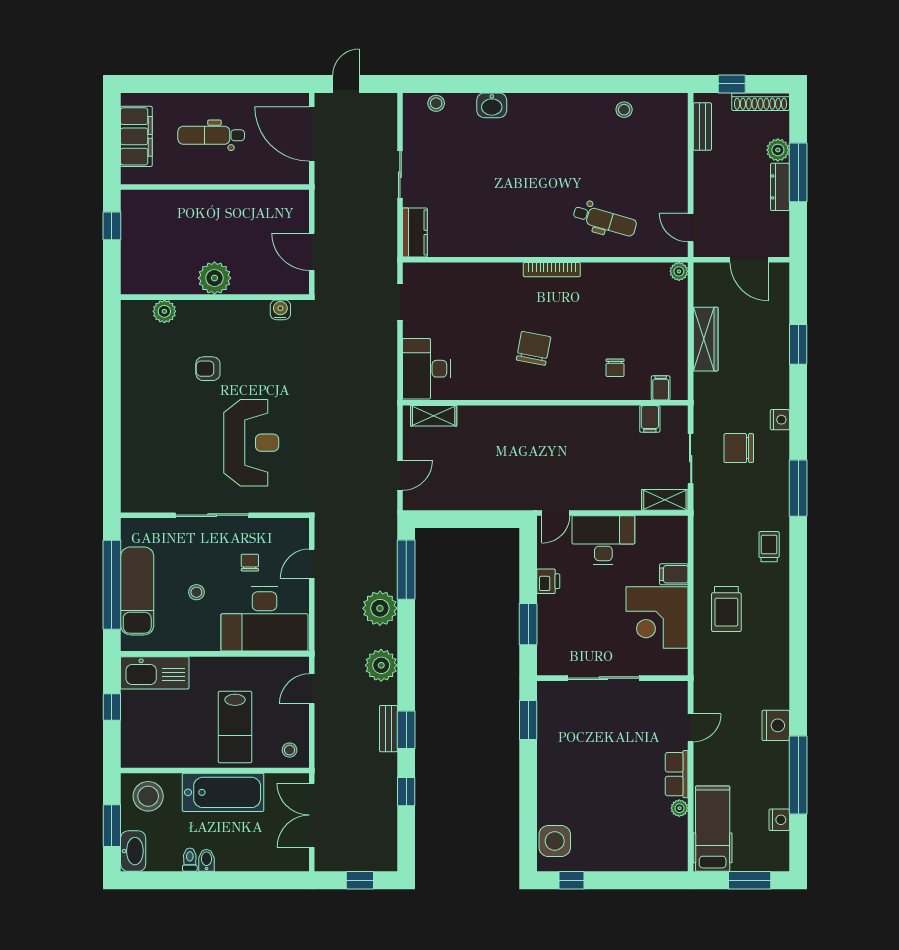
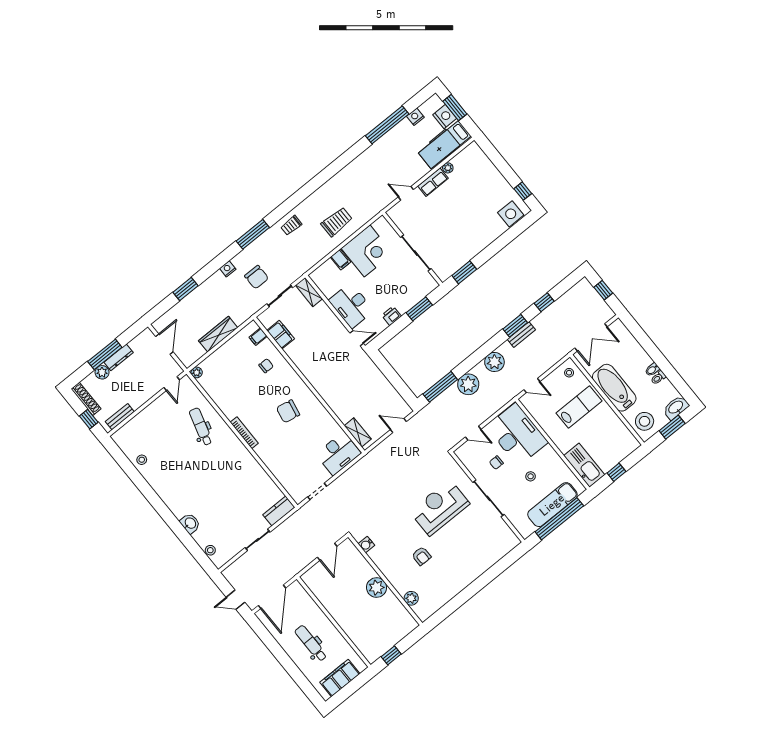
dental chair: (211, 135) -> (311, 643), turned 180
filing cabinet: (650, 419) -> (281, 335), width x2.00
nightstand: (776, 725) -> (445, 116), moved, turned 90

